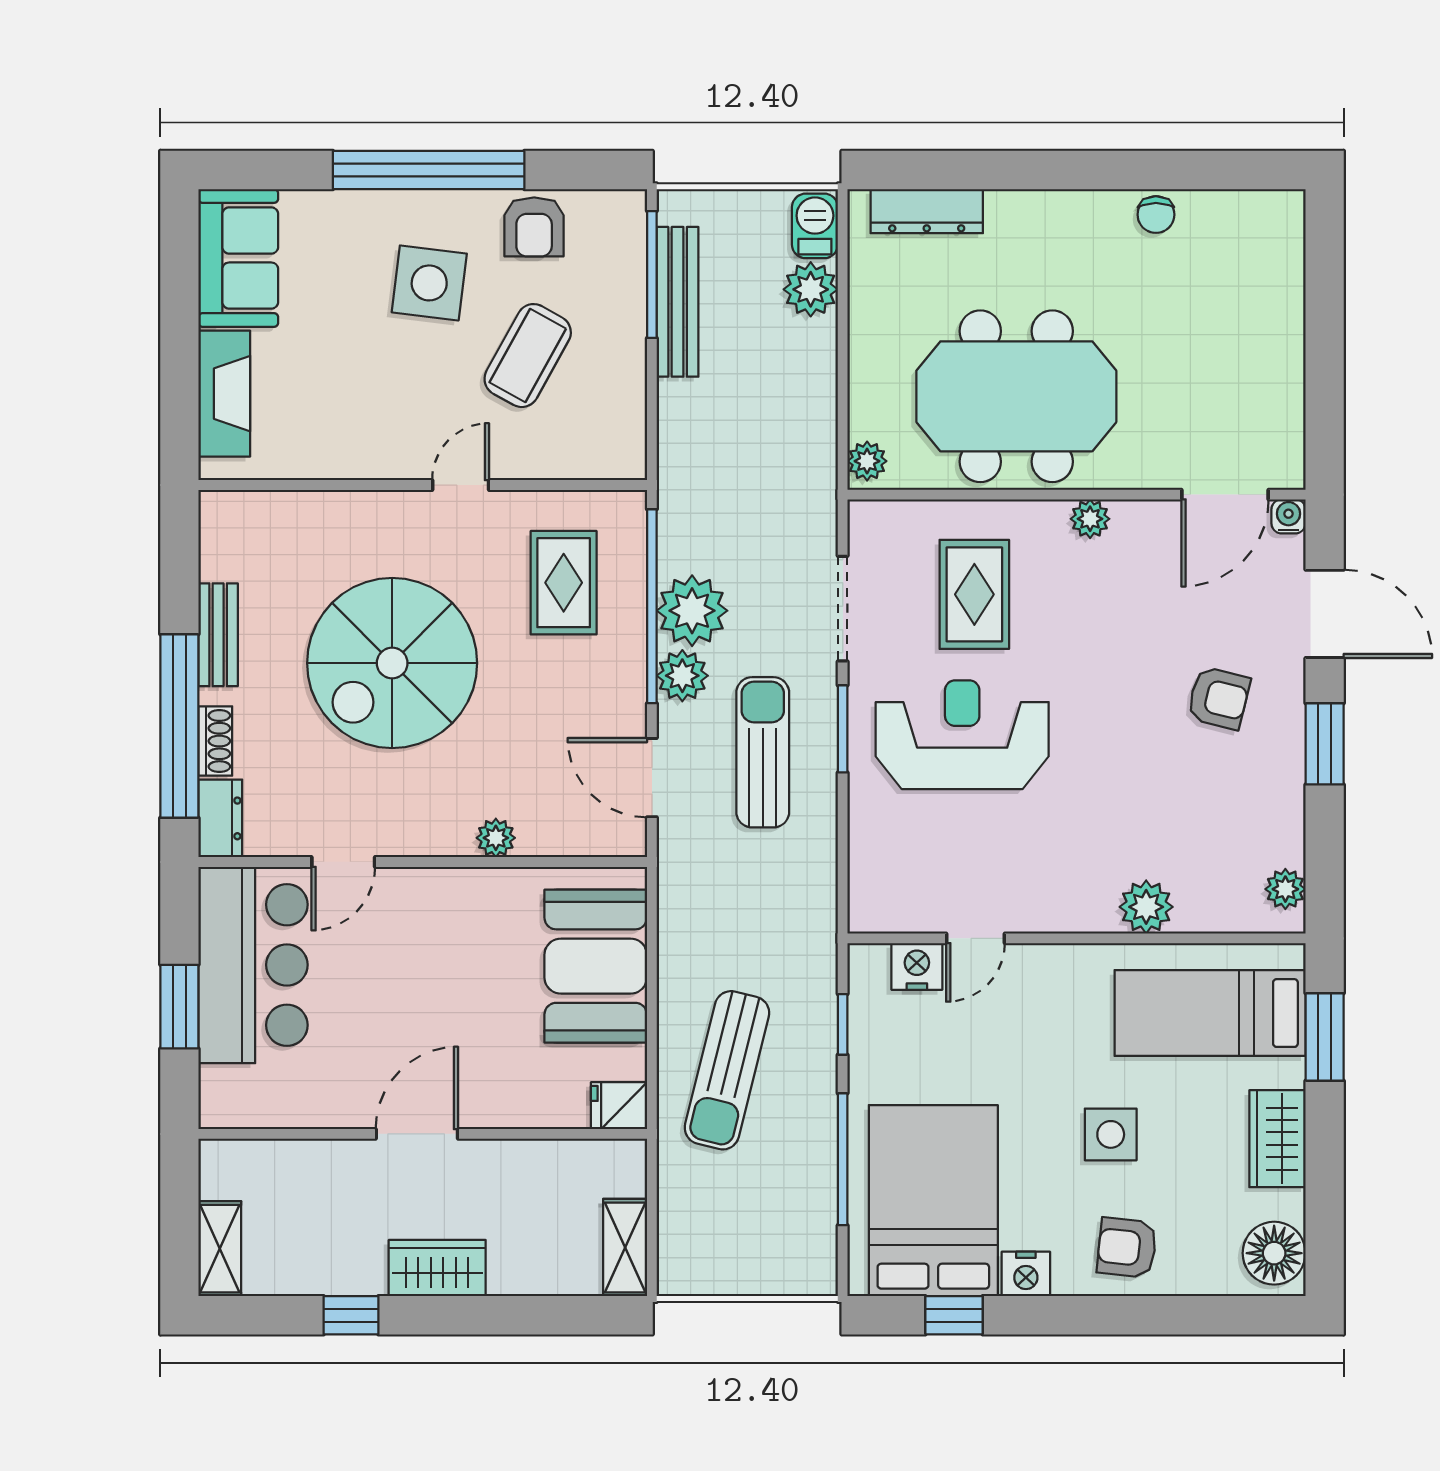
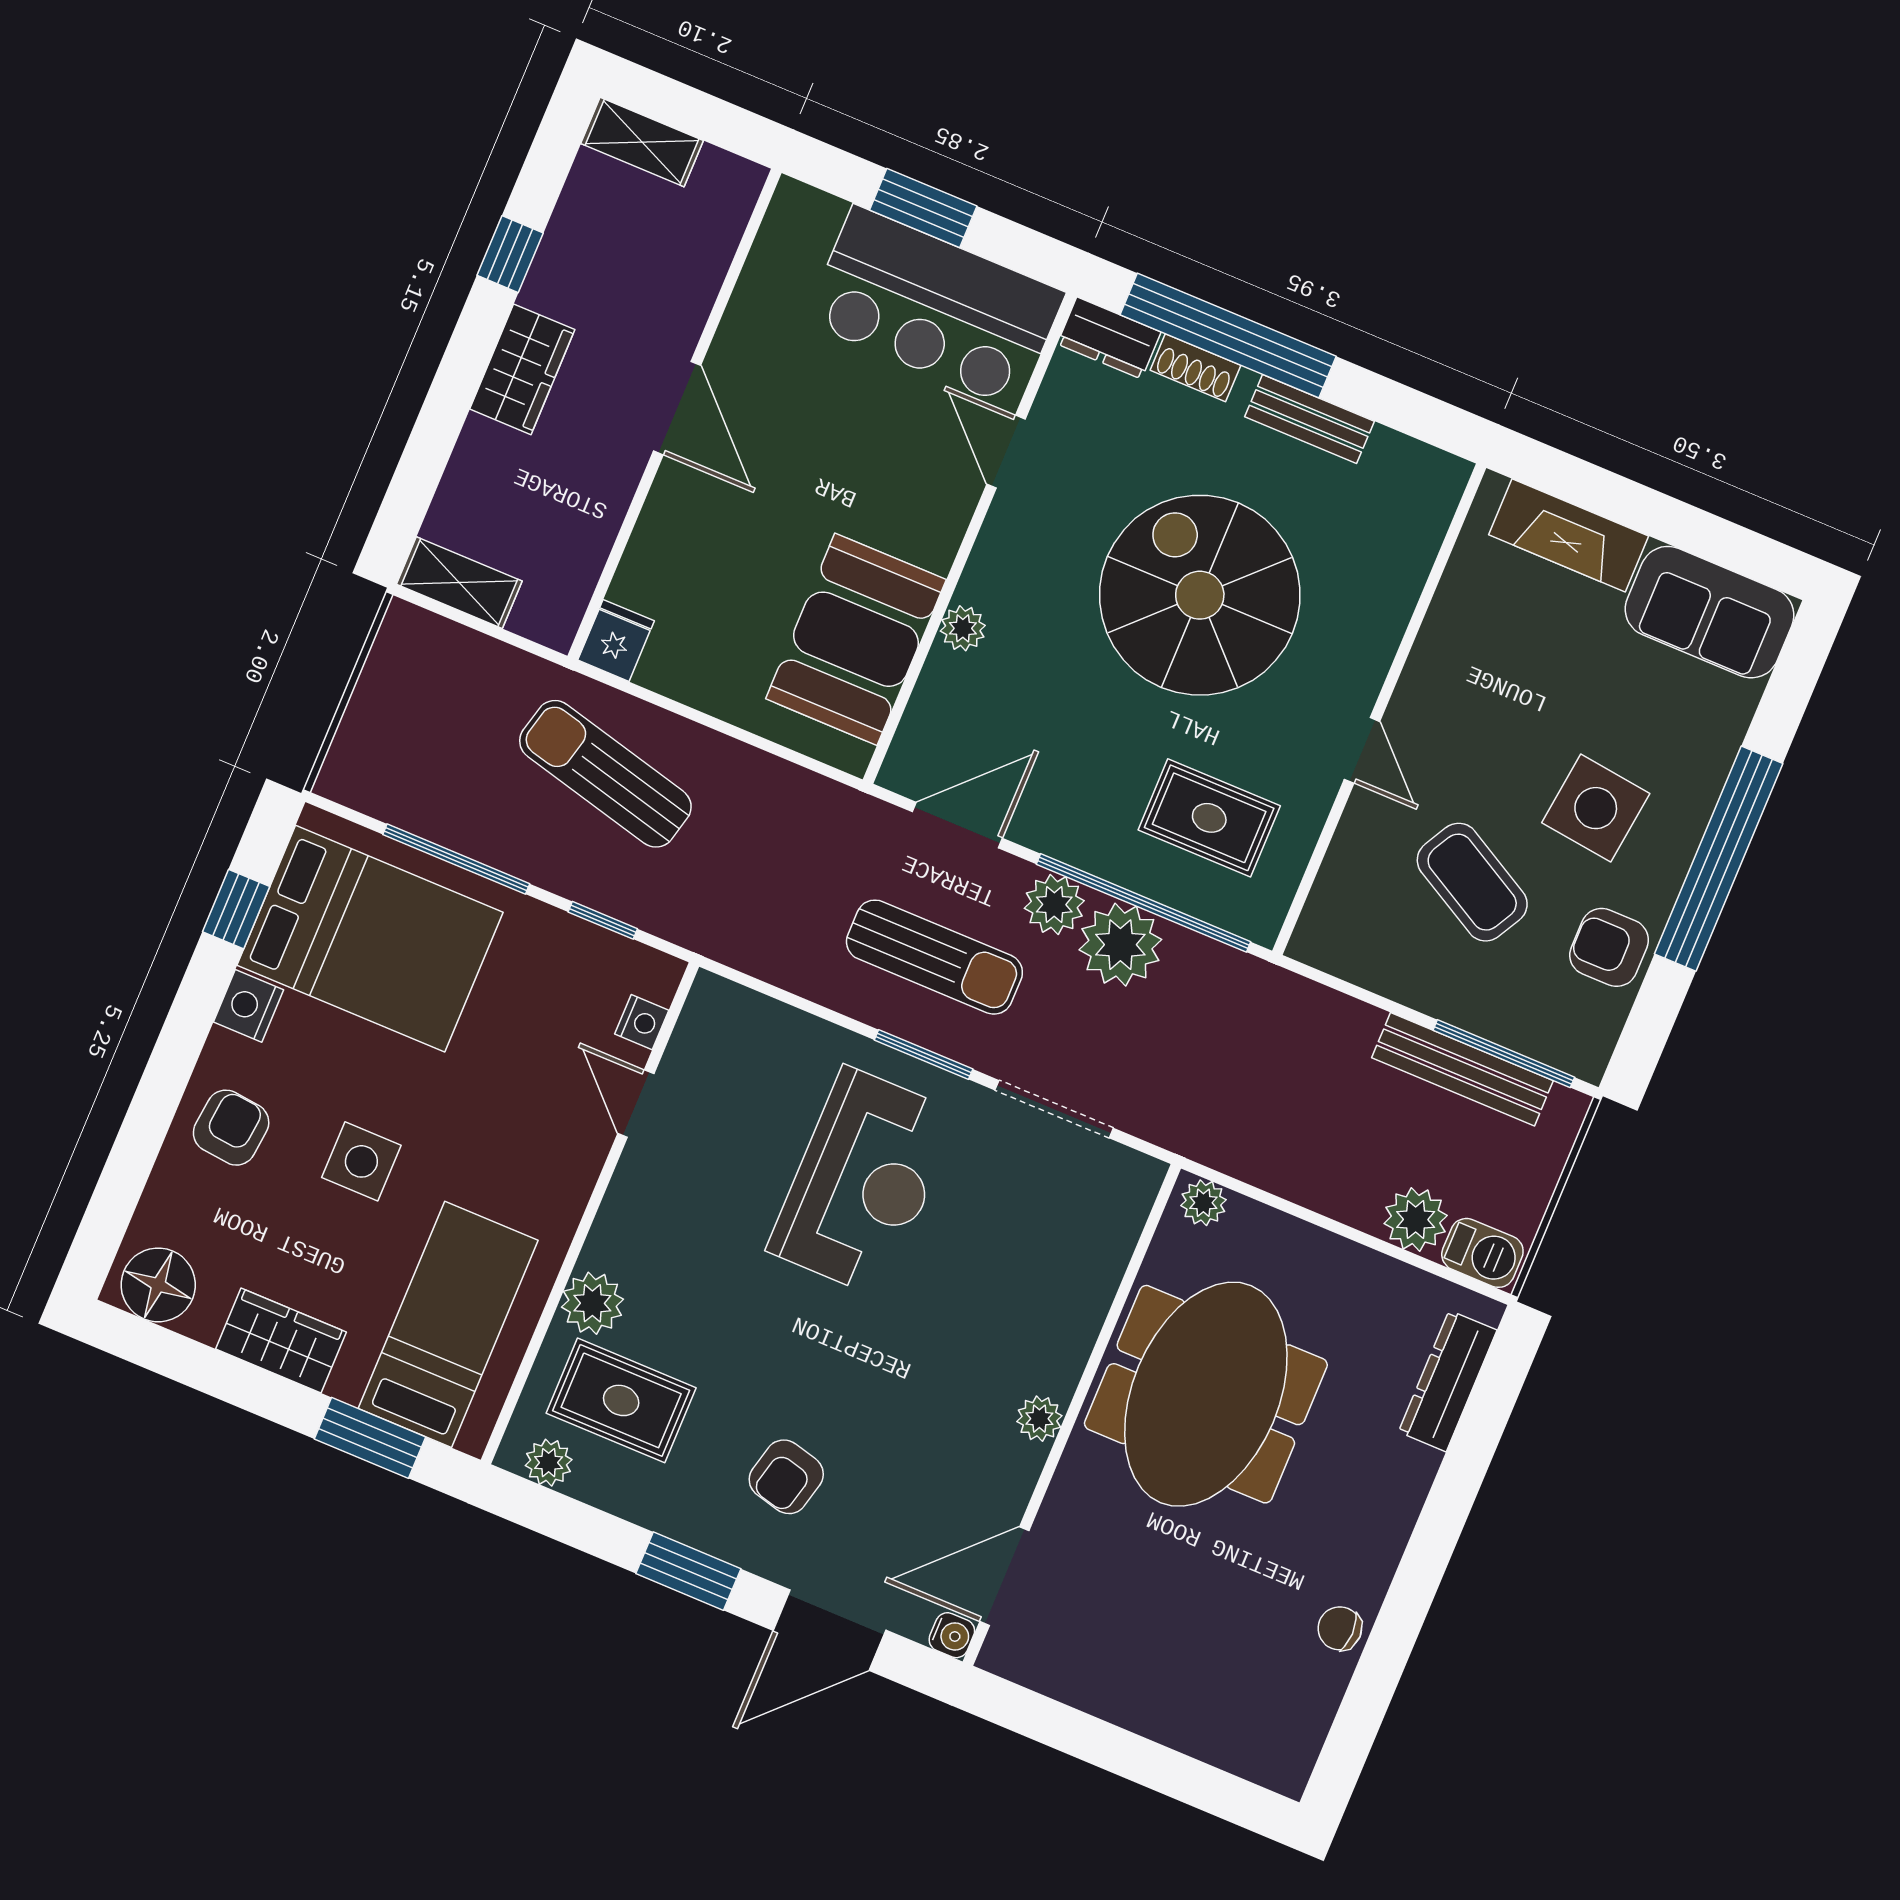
door: (1225, 495) -> (1004, 1576), hinge flipped
rug: (974, 594) -> (621, 1400), moved
booth: (596, 966) -> (856, 639), moved, turned 90
nightstand: (917, 966) -> (642, 1022), width x0.72, depth x0.74

